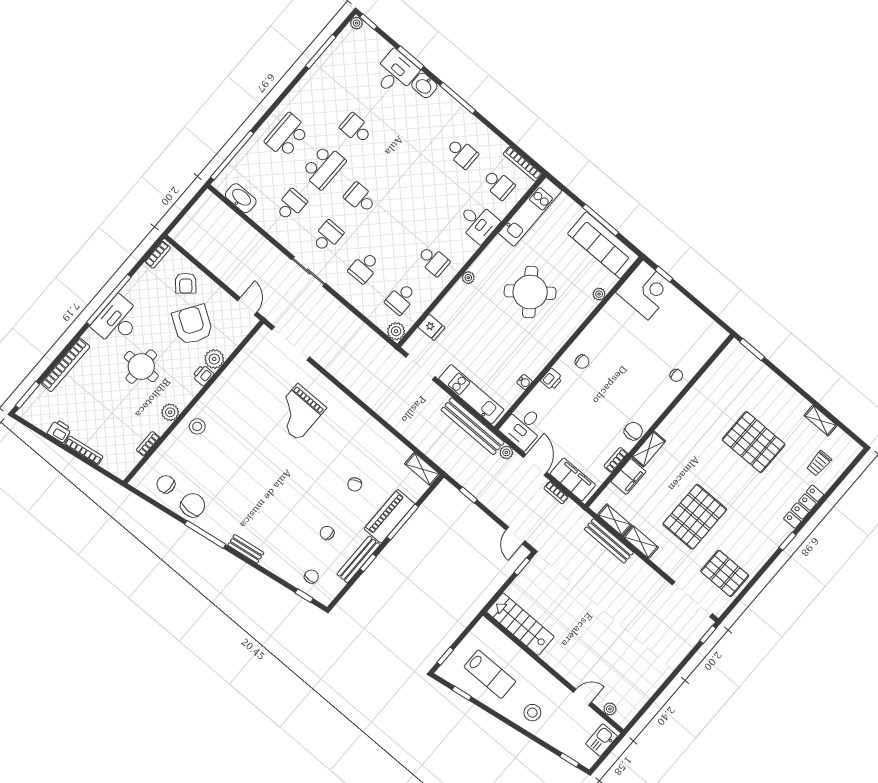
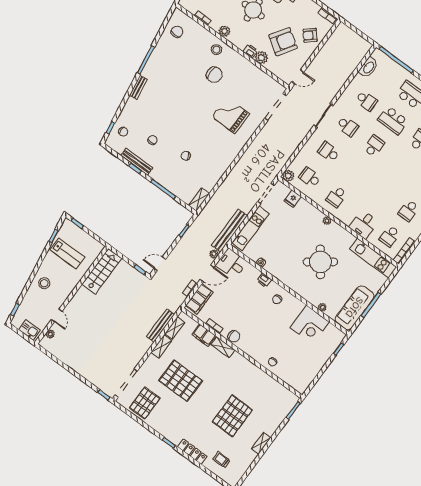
corner desk: (646, 290) -> (310, 325), moved
shelving: (821, 421) -> (261, 443), moved
chair: (193, 505) -> (214, 75), moved
piano: (389, 516) -> (166, 180), removed
lab bench: (490, 674) -> (68, 253), turned -90

